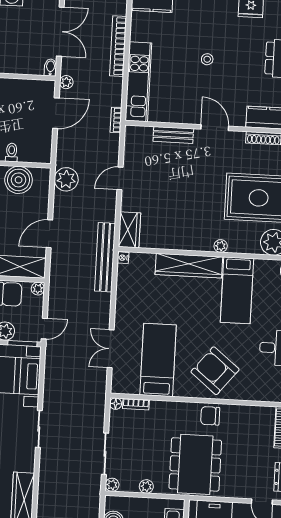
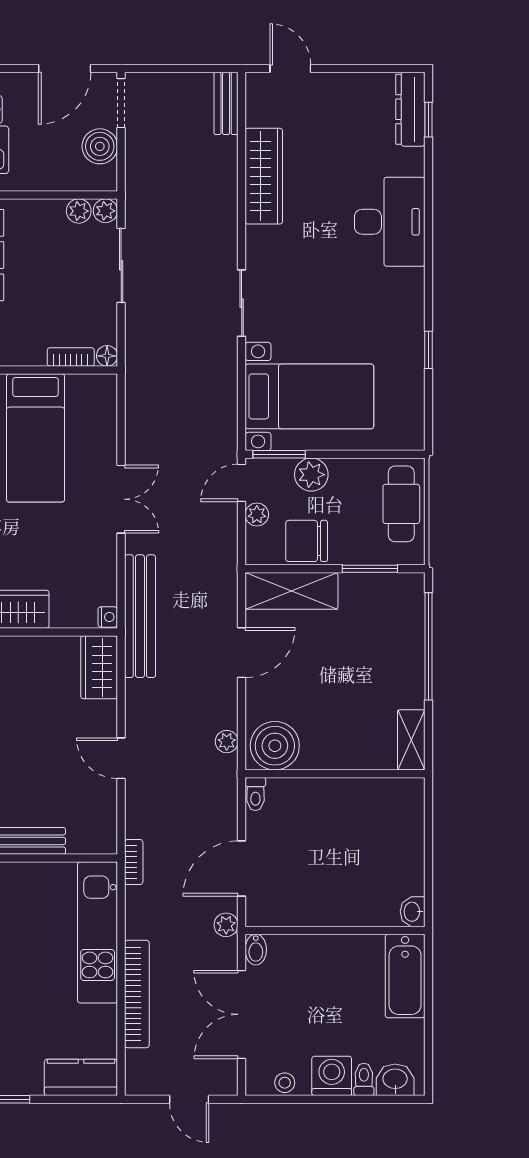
toilet: (12, 152) -> (255, 794), moved
door: (120, 178) -> (121, 758), swing flipped
plant: (66, 179) -> (227, 742), width x0.53, depth x0.53
boiler: (19, 180) -> (275, 746), moved
plant: (38, 289) -> (257, 515), moved
double door: (111, 349) -> (121, 499), moved
plant: (146, 486) -> (79, 211), moved

